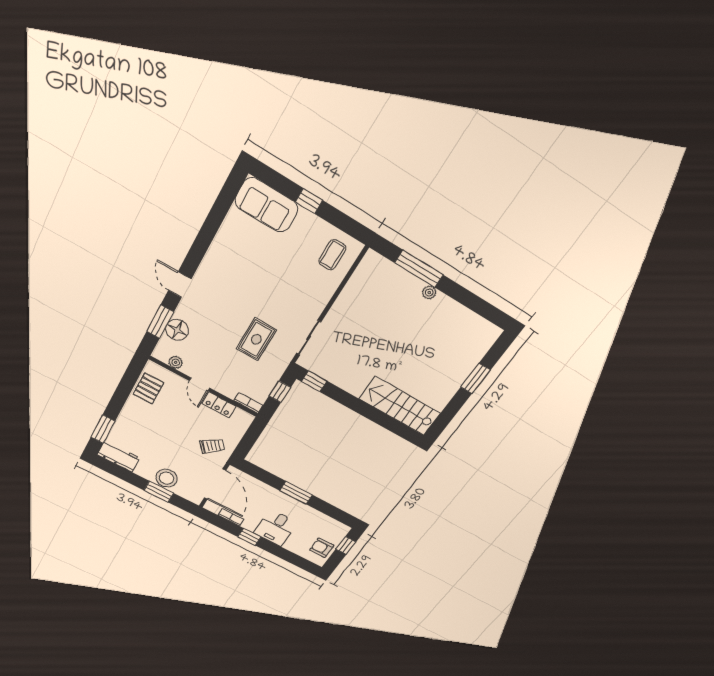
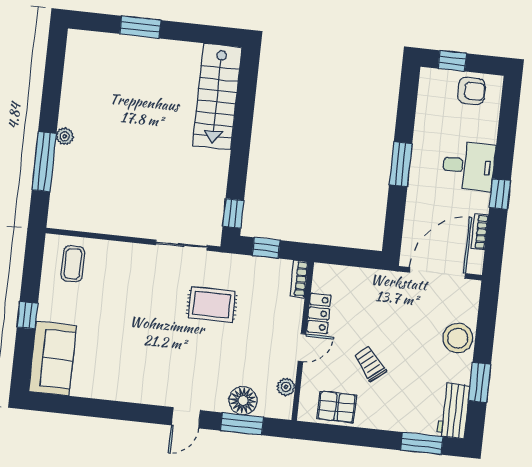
coffee table: (332, 255) -> (73, 264), turned 90
trolley: (212, 446) -> (370, 364), moved
window: (159, 492) -> (480, 382), moved
armchair: (322, 548) -> (471, 91), turned -90

